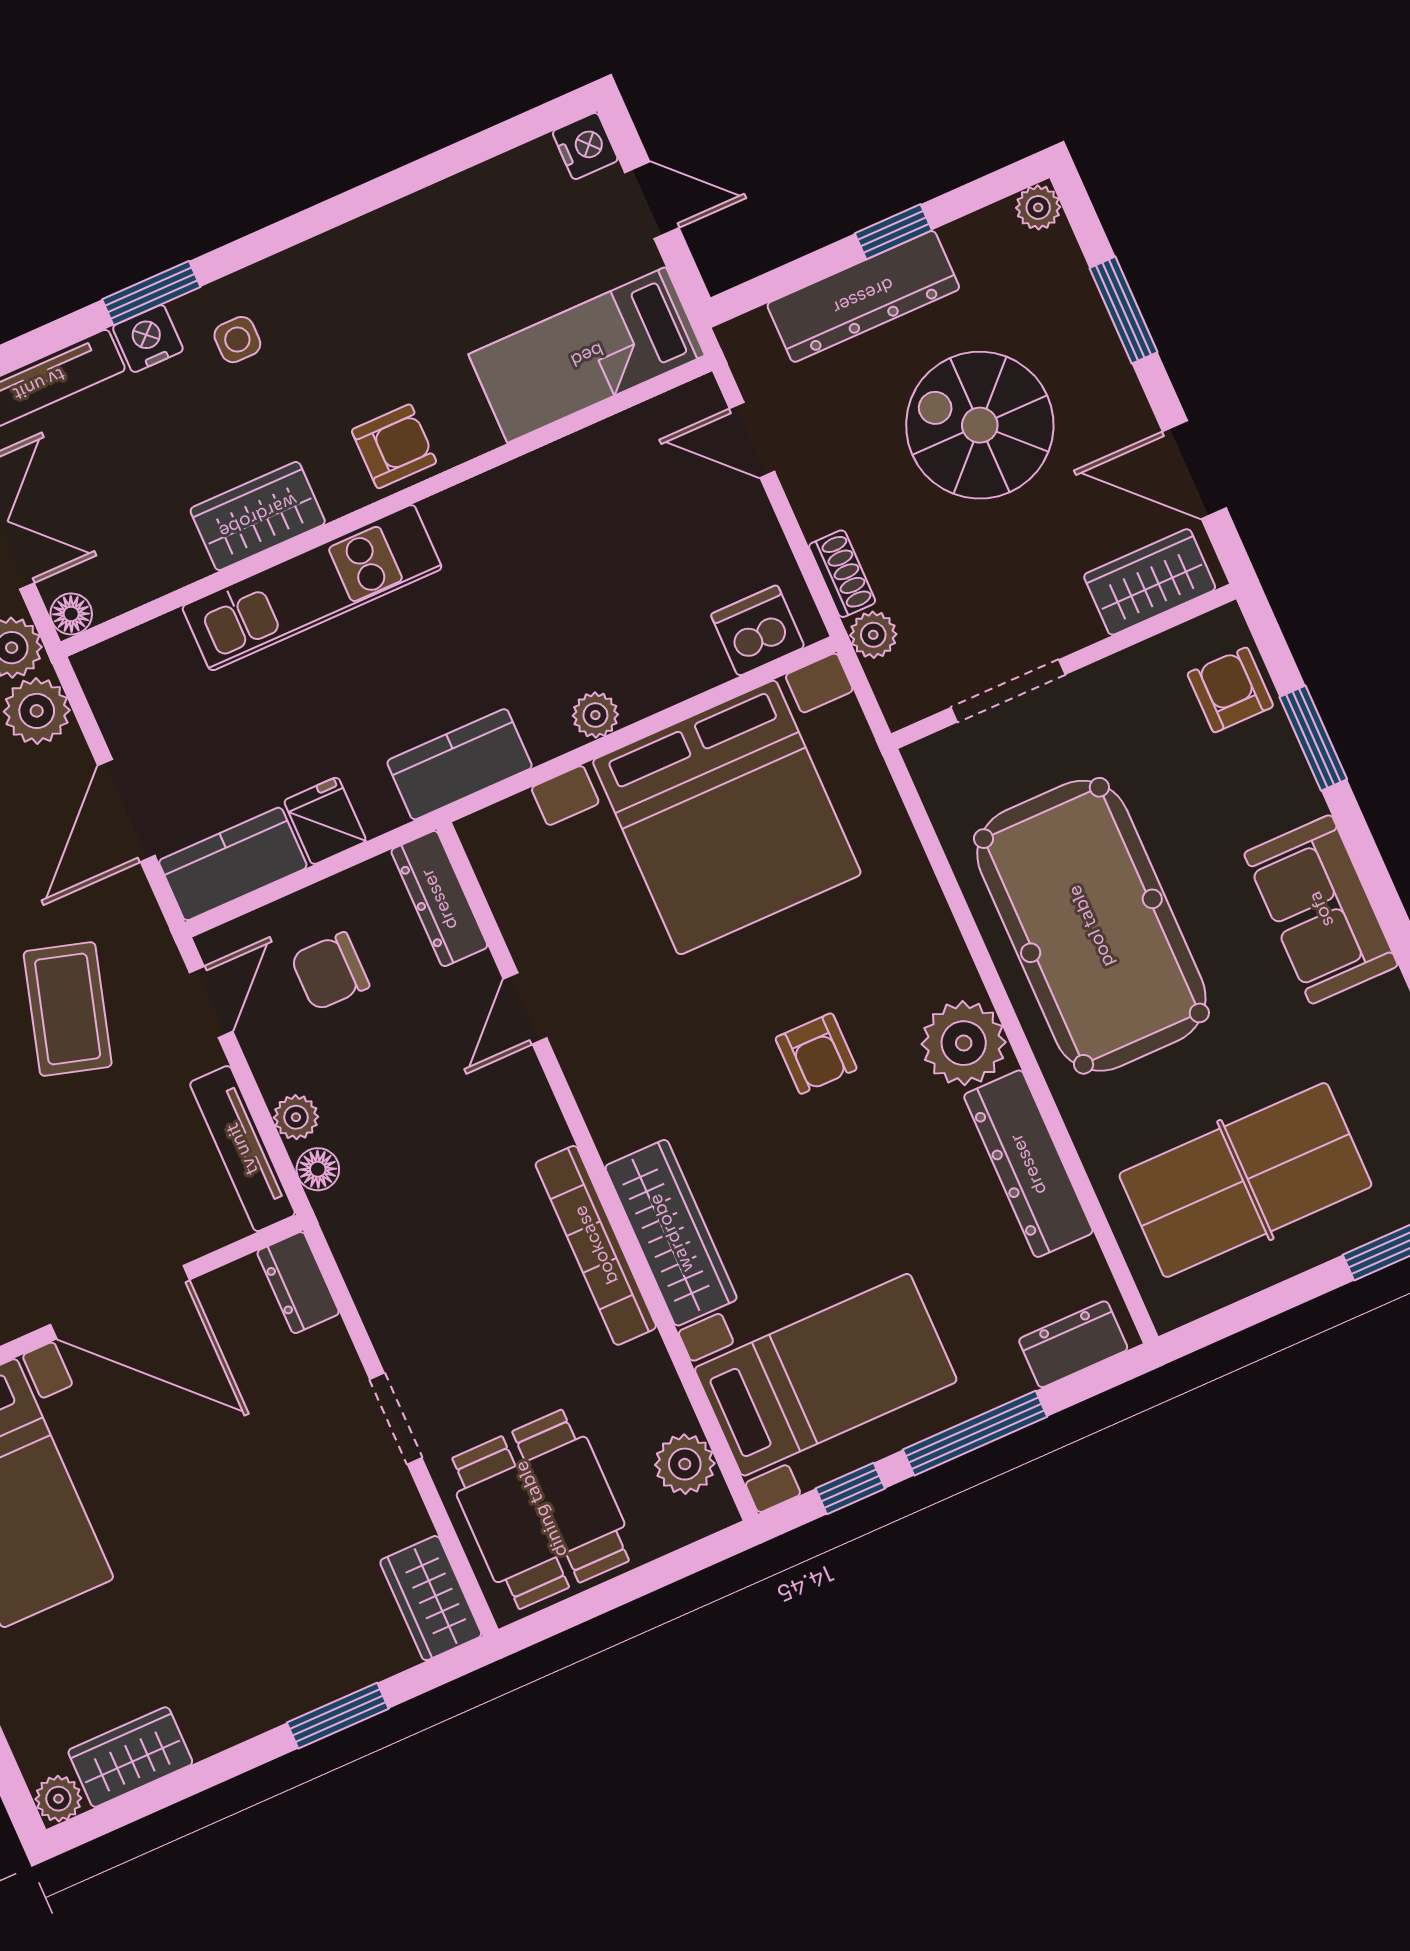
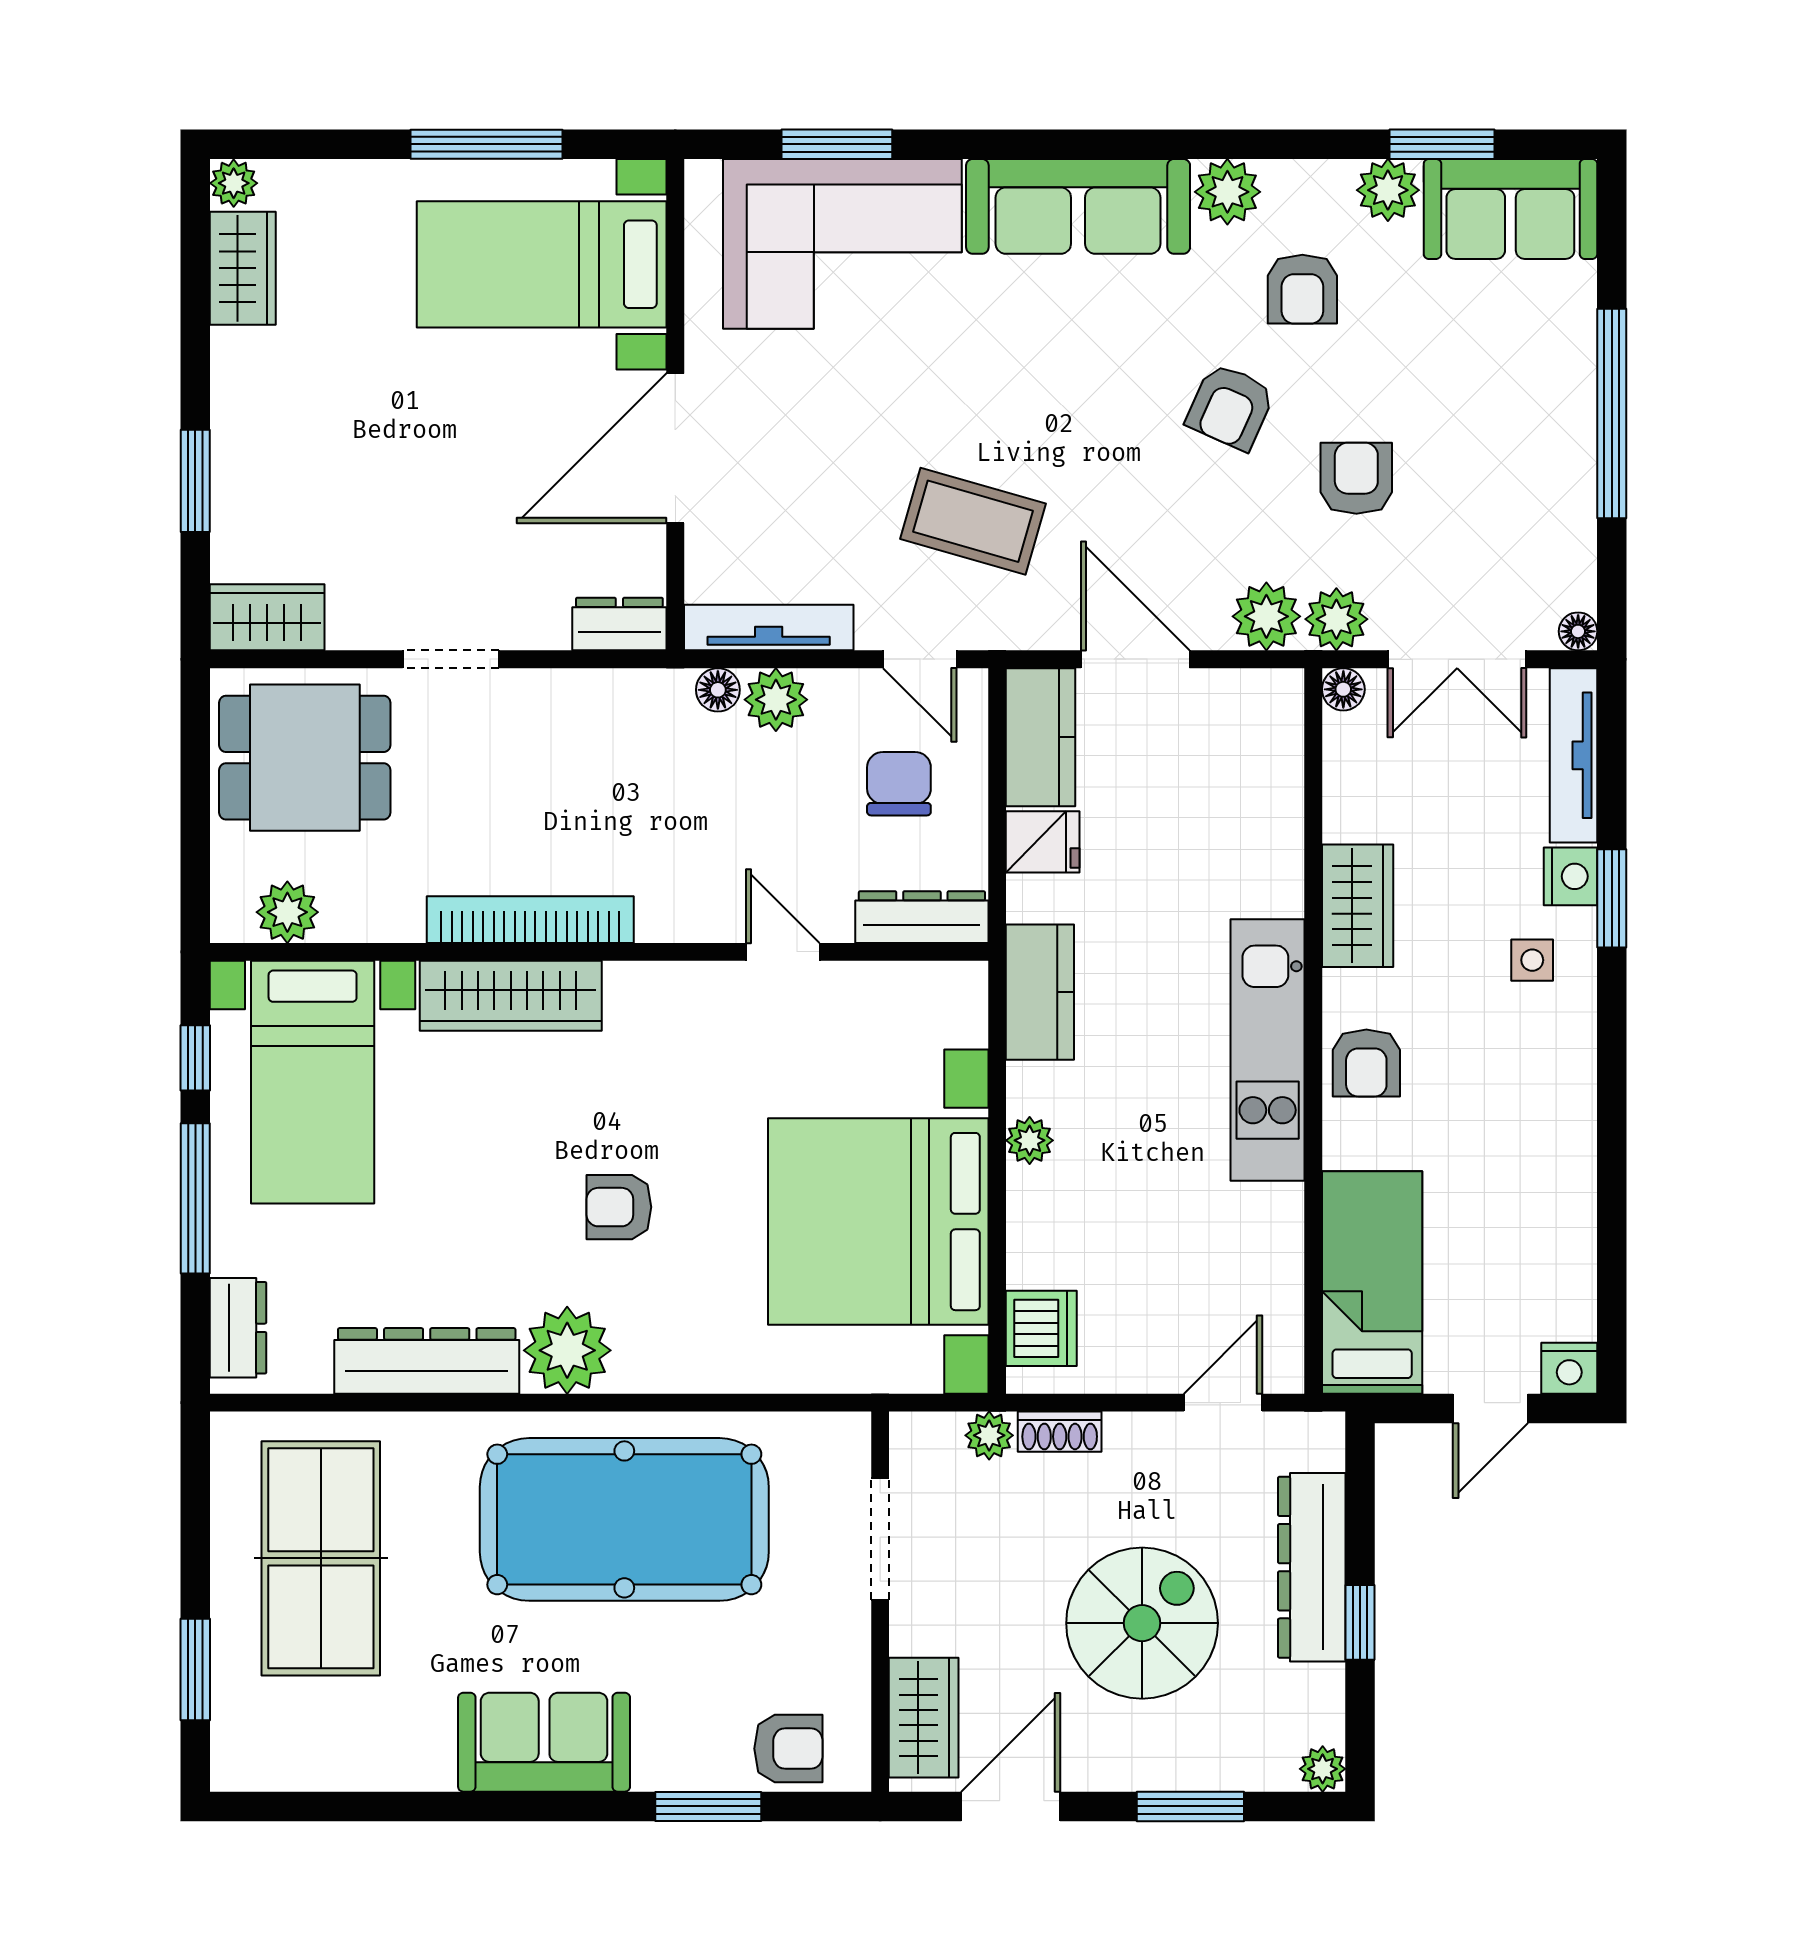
kitchen unit: (312, 588) -> (1268, 1050), moved
plant: (296, 1117) -> (776, 700), width x1.38, depth x1.38

